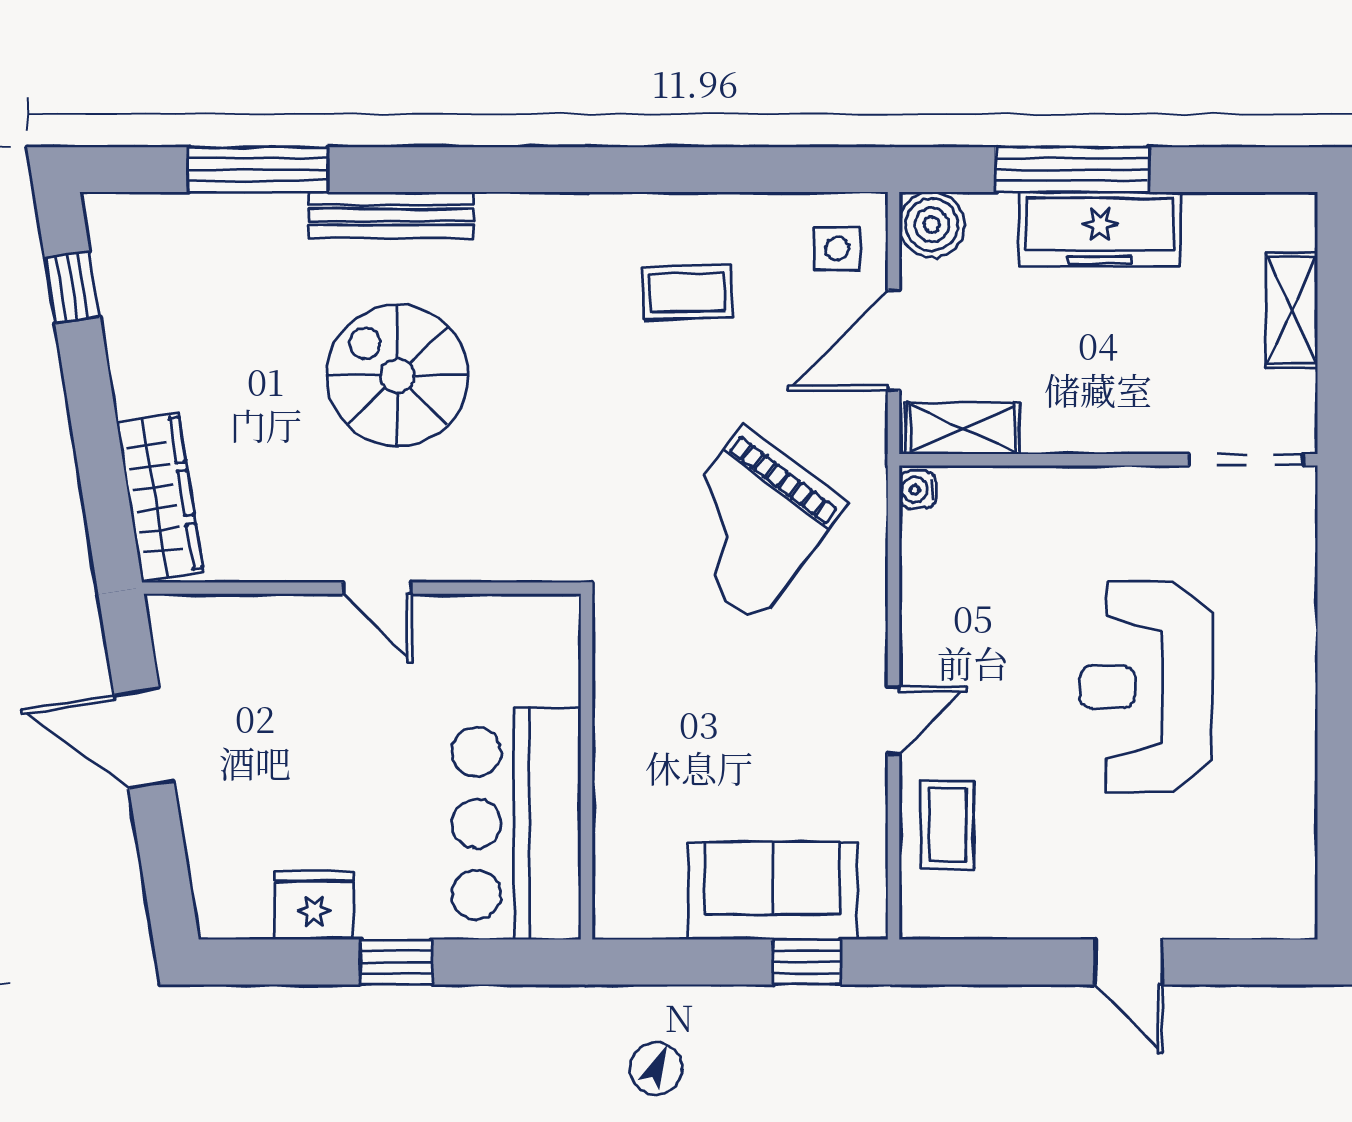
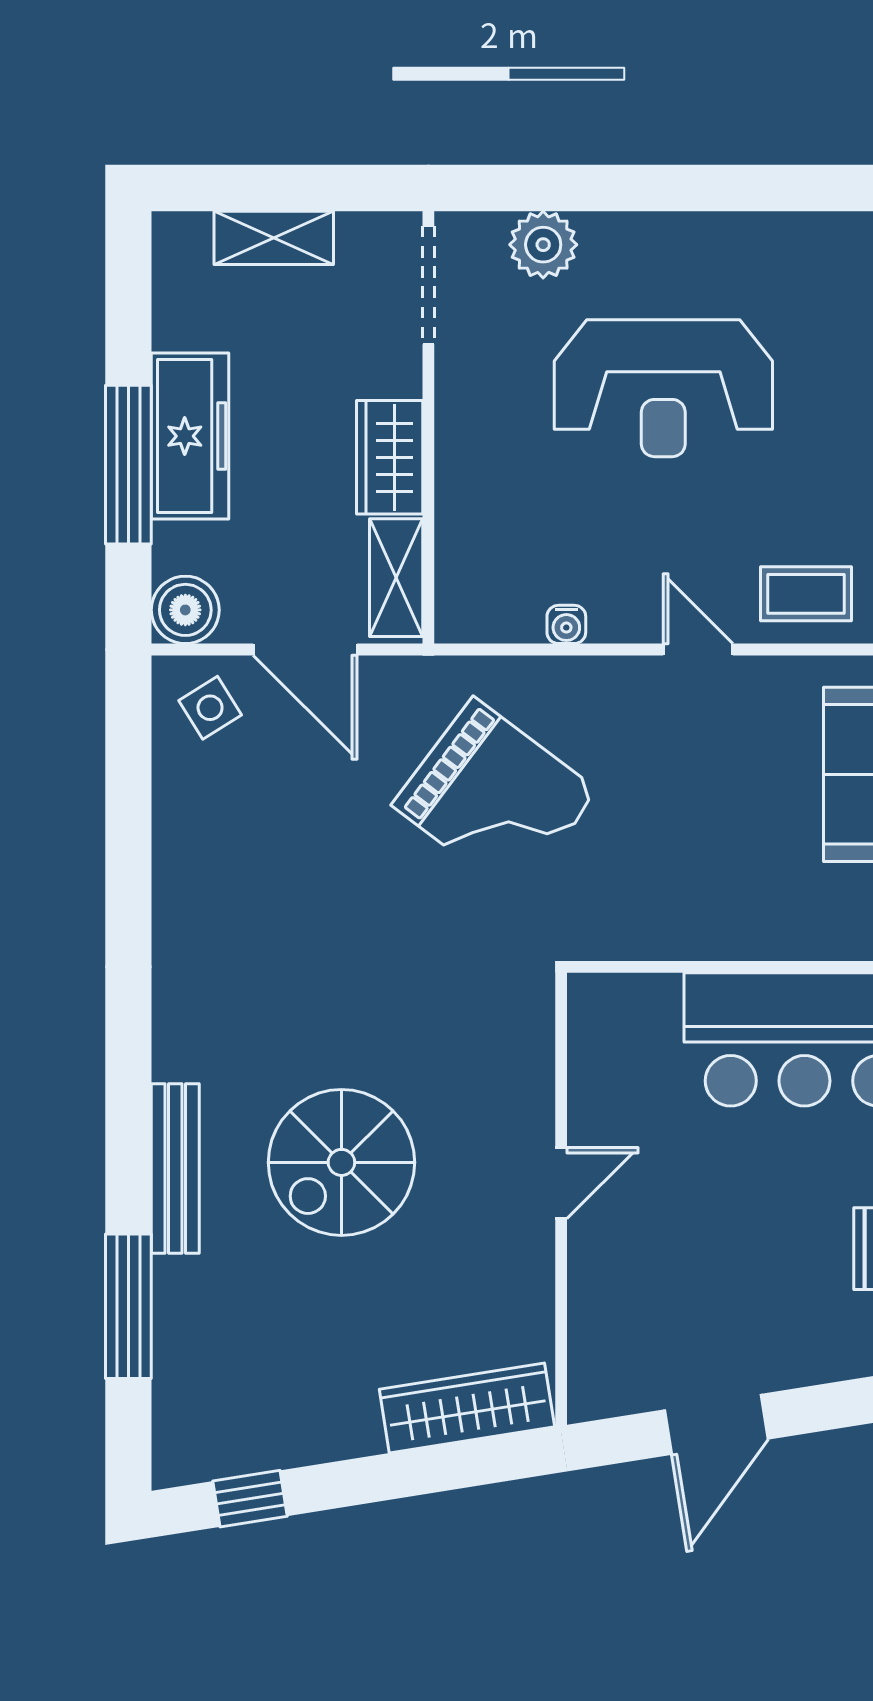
side table: (837, 249) -> (210, 708), turned -32
coffee table: (687, 292) -> (255, 863), removed
wardrobe: (1079, 422) -> (390, 457), added
water cooler: (918, 490) -> (566, 624), moved
plant: (1285, 571) -> (543, 245), added

